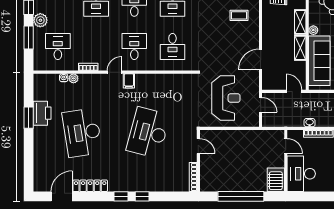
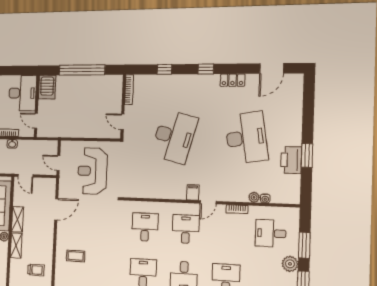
desk: (58, 47) -> (271, 233), turned 90
desk: (134, 47) -> (186, 229), turned 180
locker: (90, 186) -> (233, 80), width x0.66
window: (142, 196) -> (164, 69), moved

